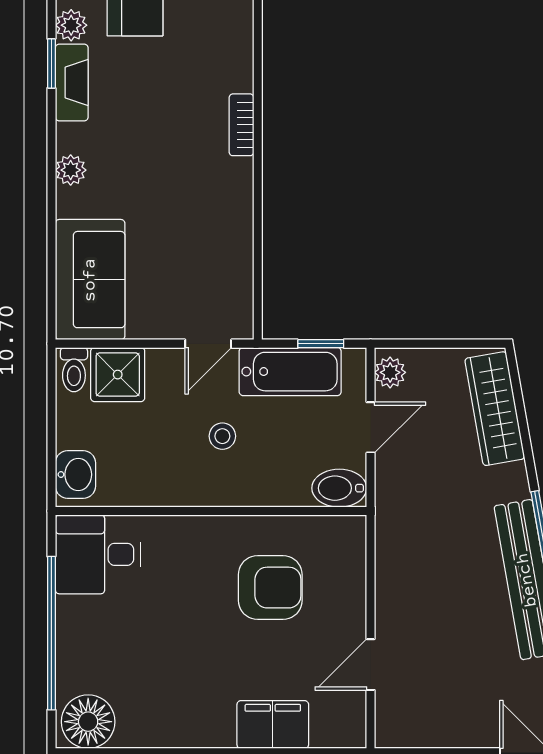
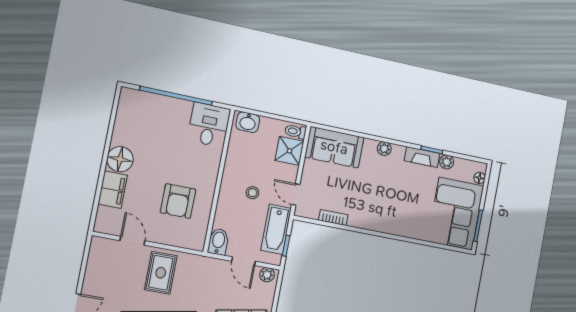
bookcase: (241, 125) -> (333, 218), moved
rug: (426, 595) -> (161, 273), added
floor lamp: (88, 722) -> (120, 159), moved

